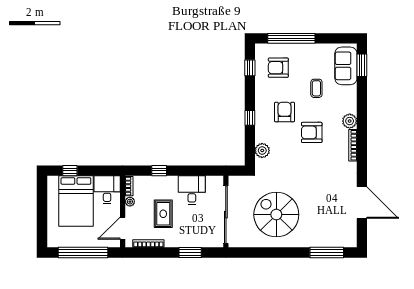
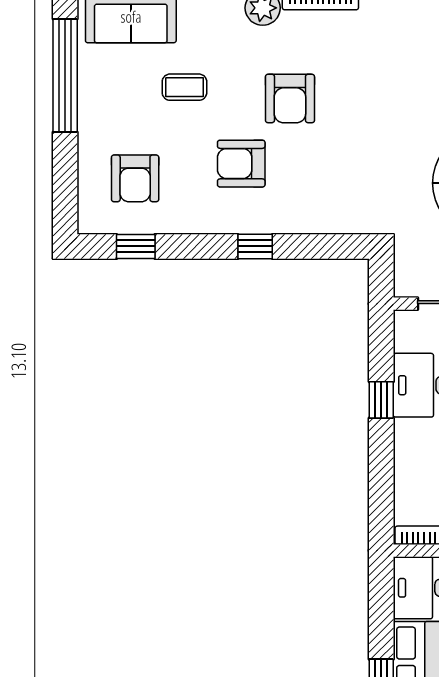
window: (291, 38) -> (65, 76), moved
plant: (262, 150) -> (333, 217), removed
window: (159, 171) -> (381, 400), moved

